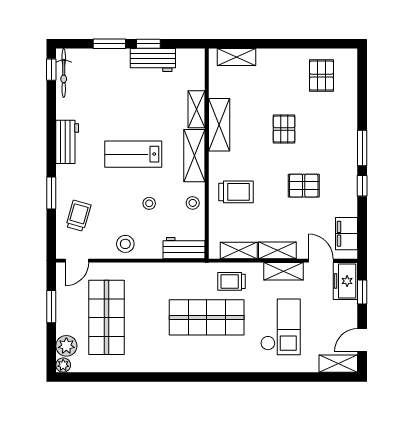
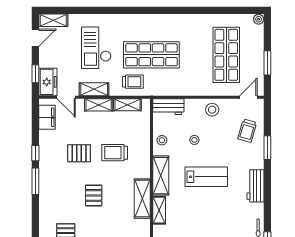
trolley: (236, 192) -> (115, 153), moved
plant: (66, 346) -> (256, 34), removed

